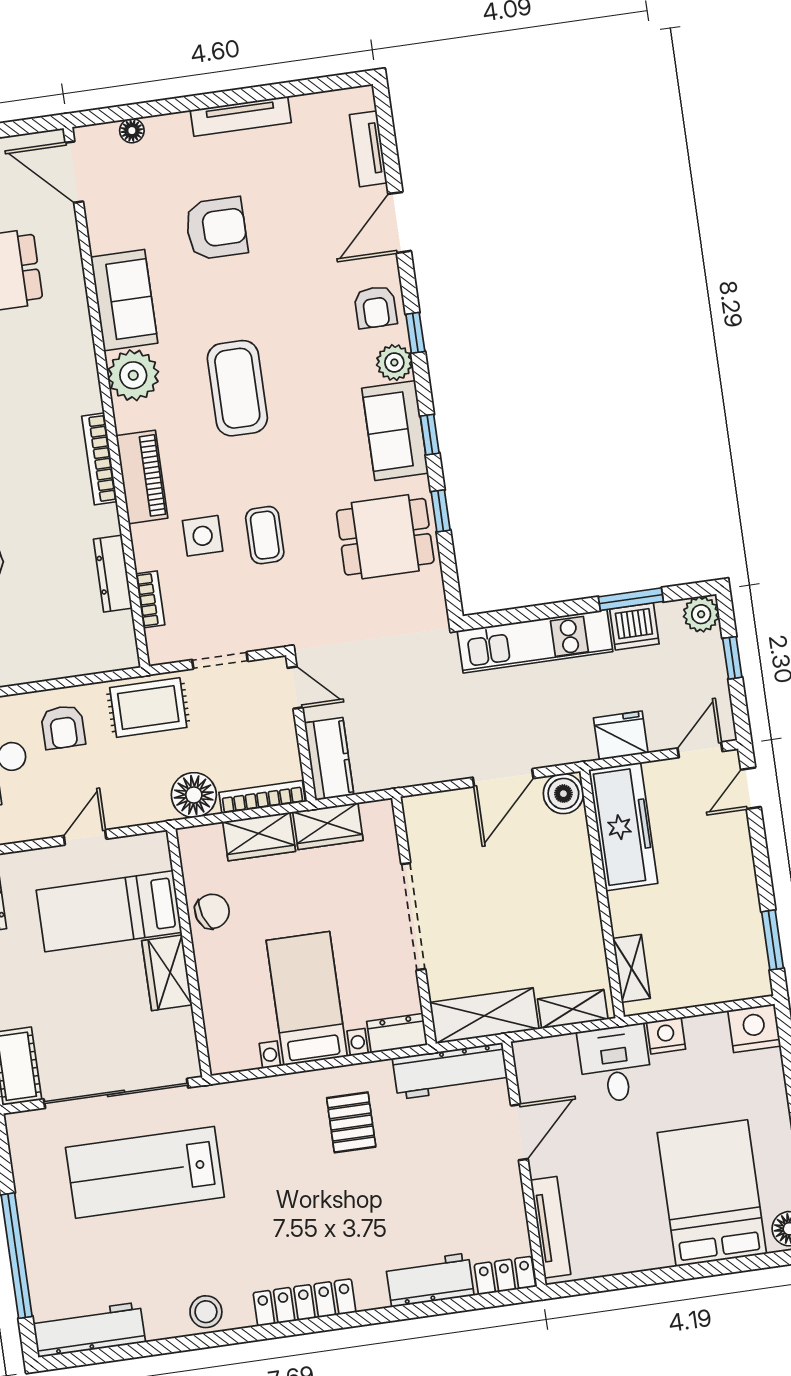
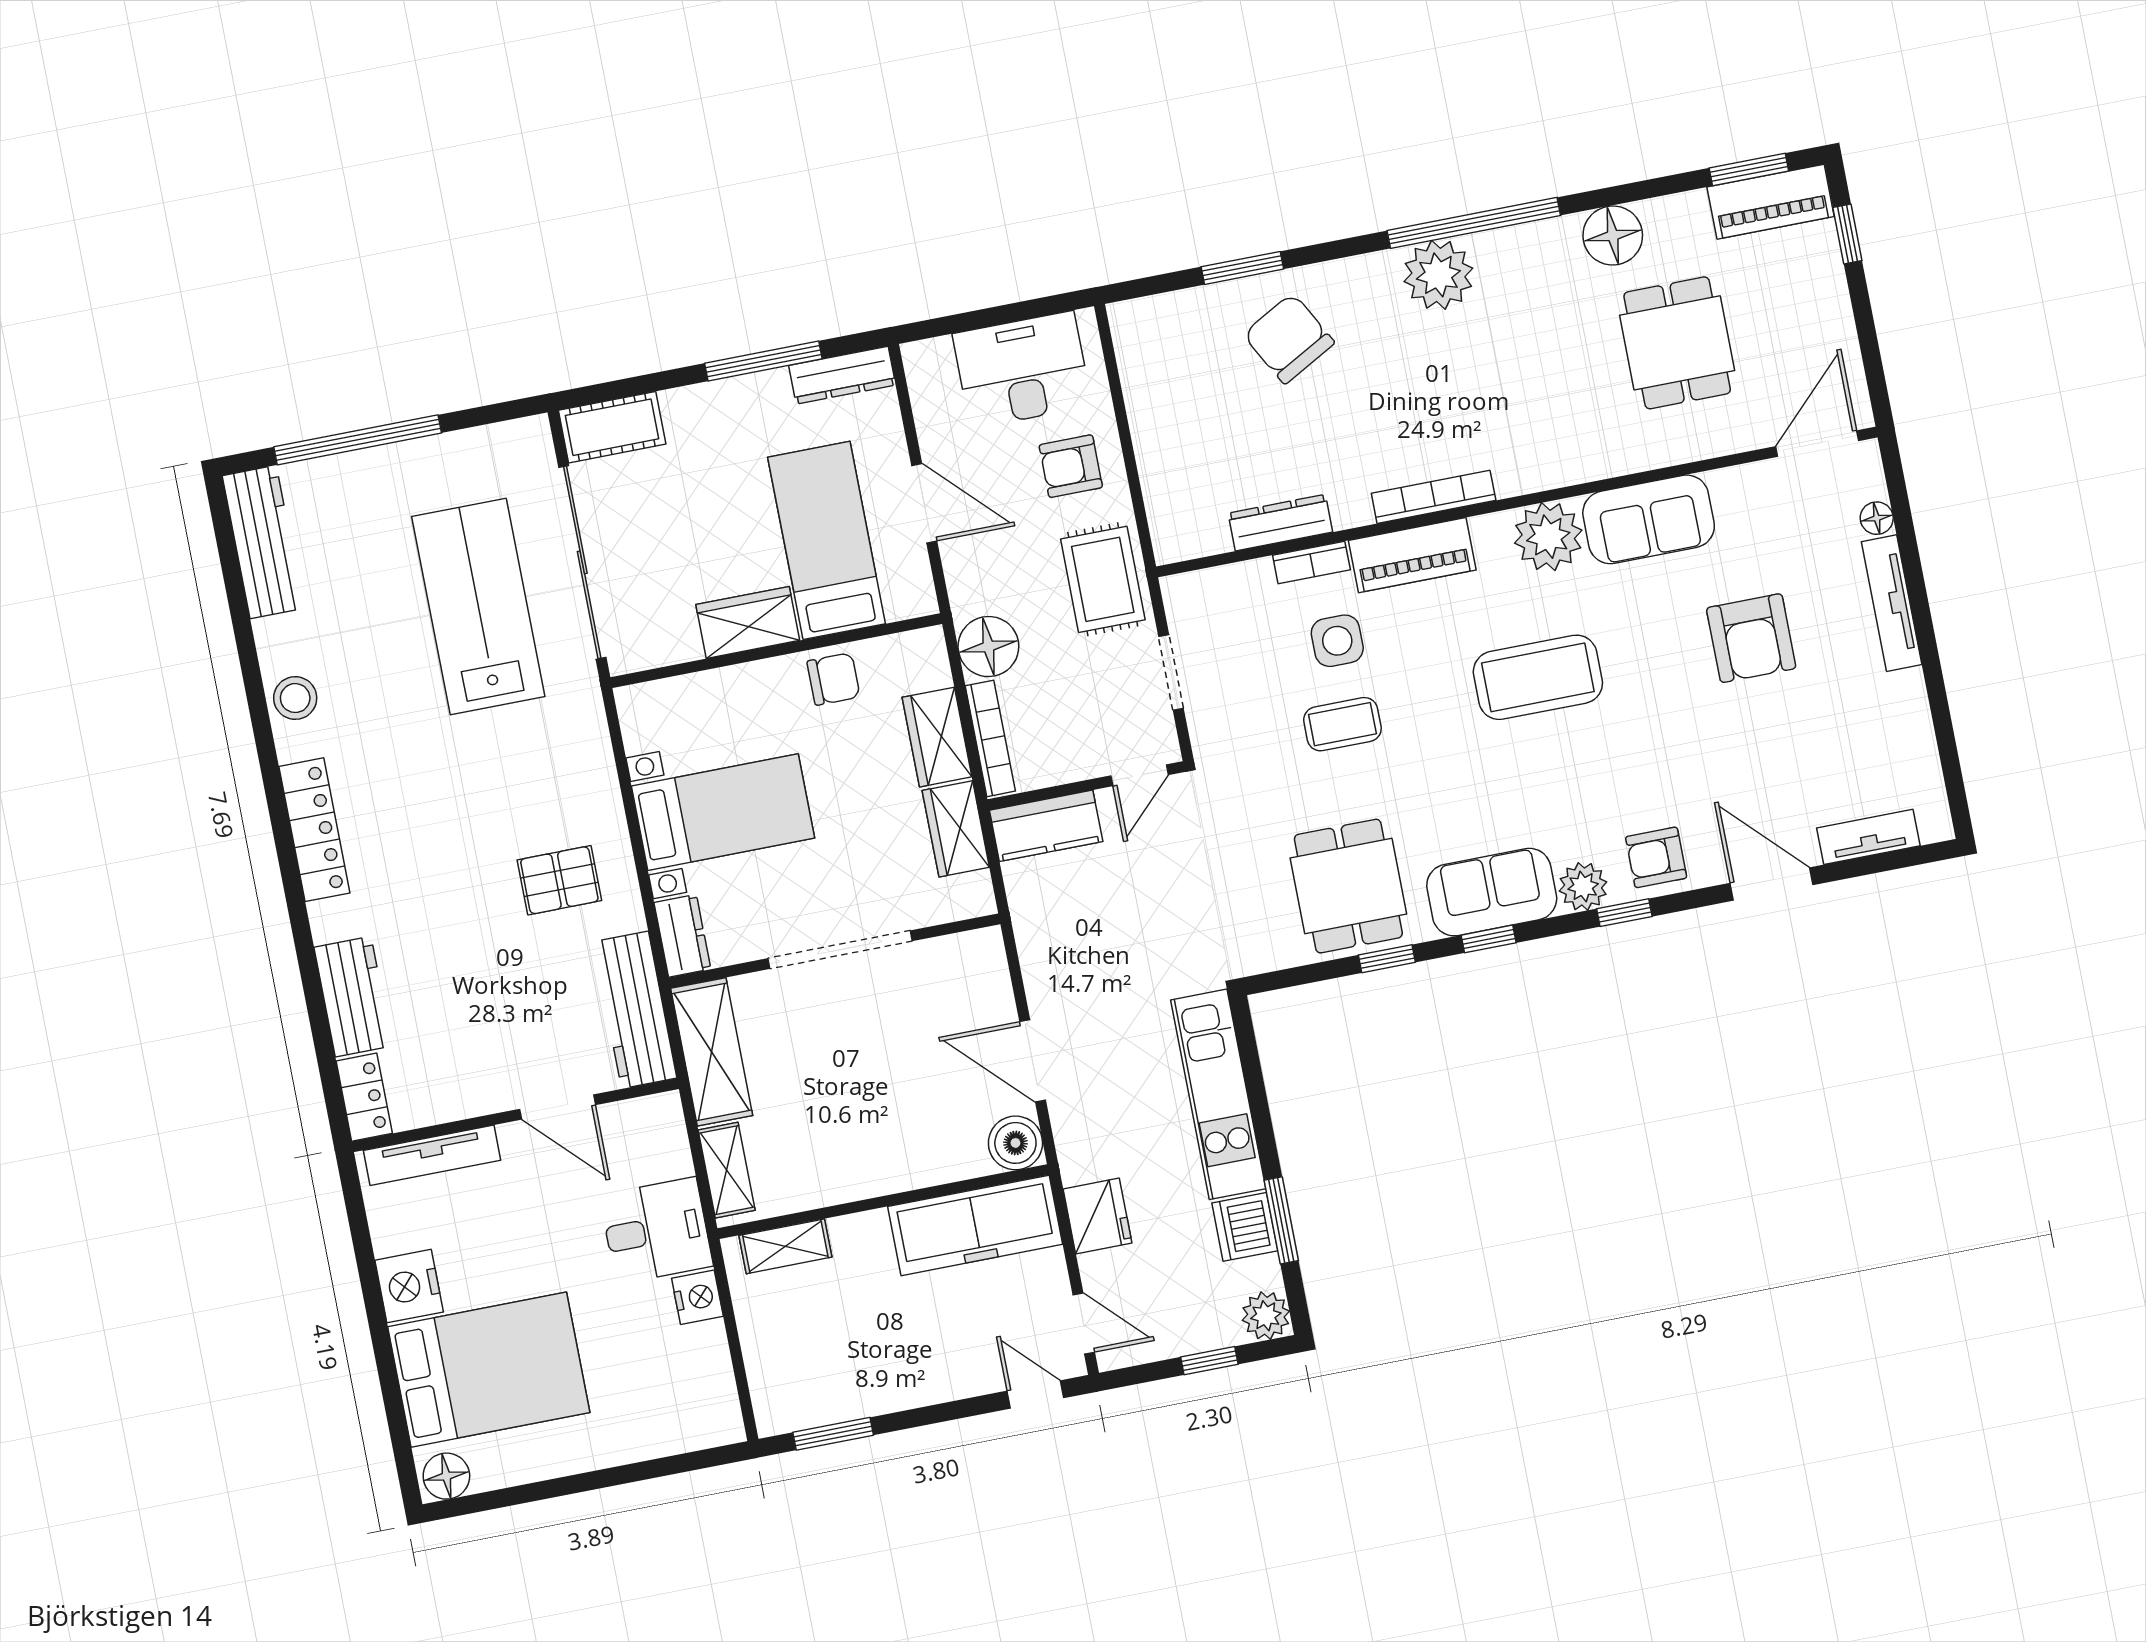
tv unit: (241, 116) -> (1892, 603), moved
bookcase: (150, 599) -> (1311, 562), moved
door: (85, 837) -> (924, 503), width x1.38
chair: (212, 911) -> (834, 679), turned -72
nightstand: (754, 1028) -> (409, 1286), moved, turned 180

